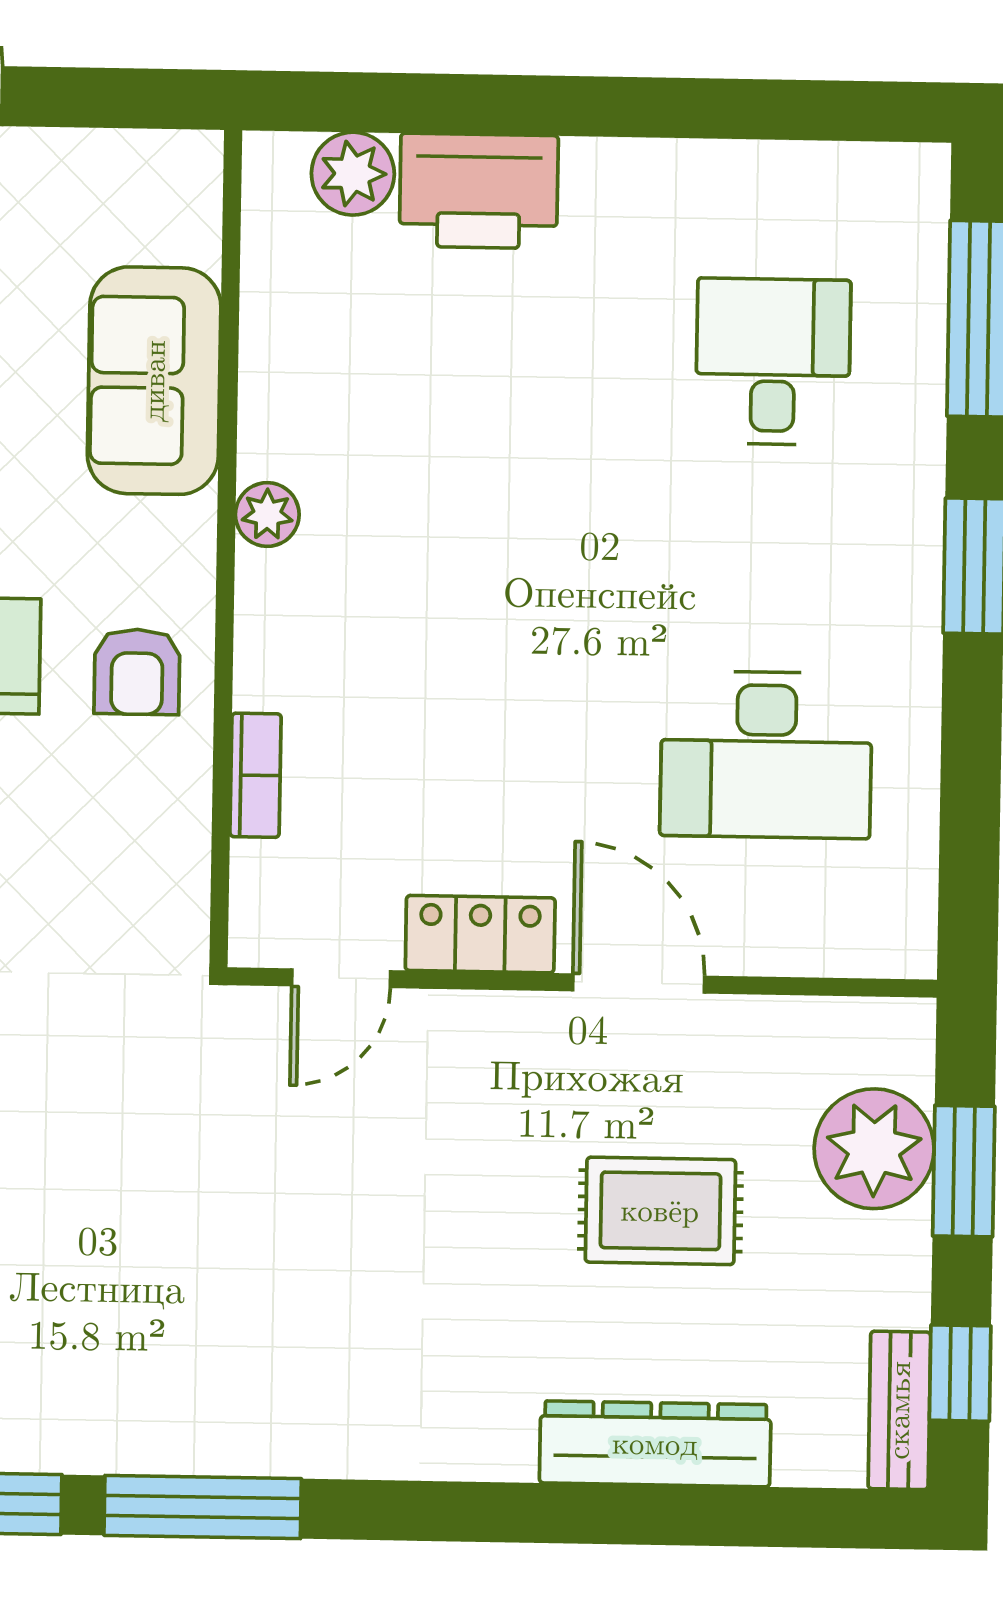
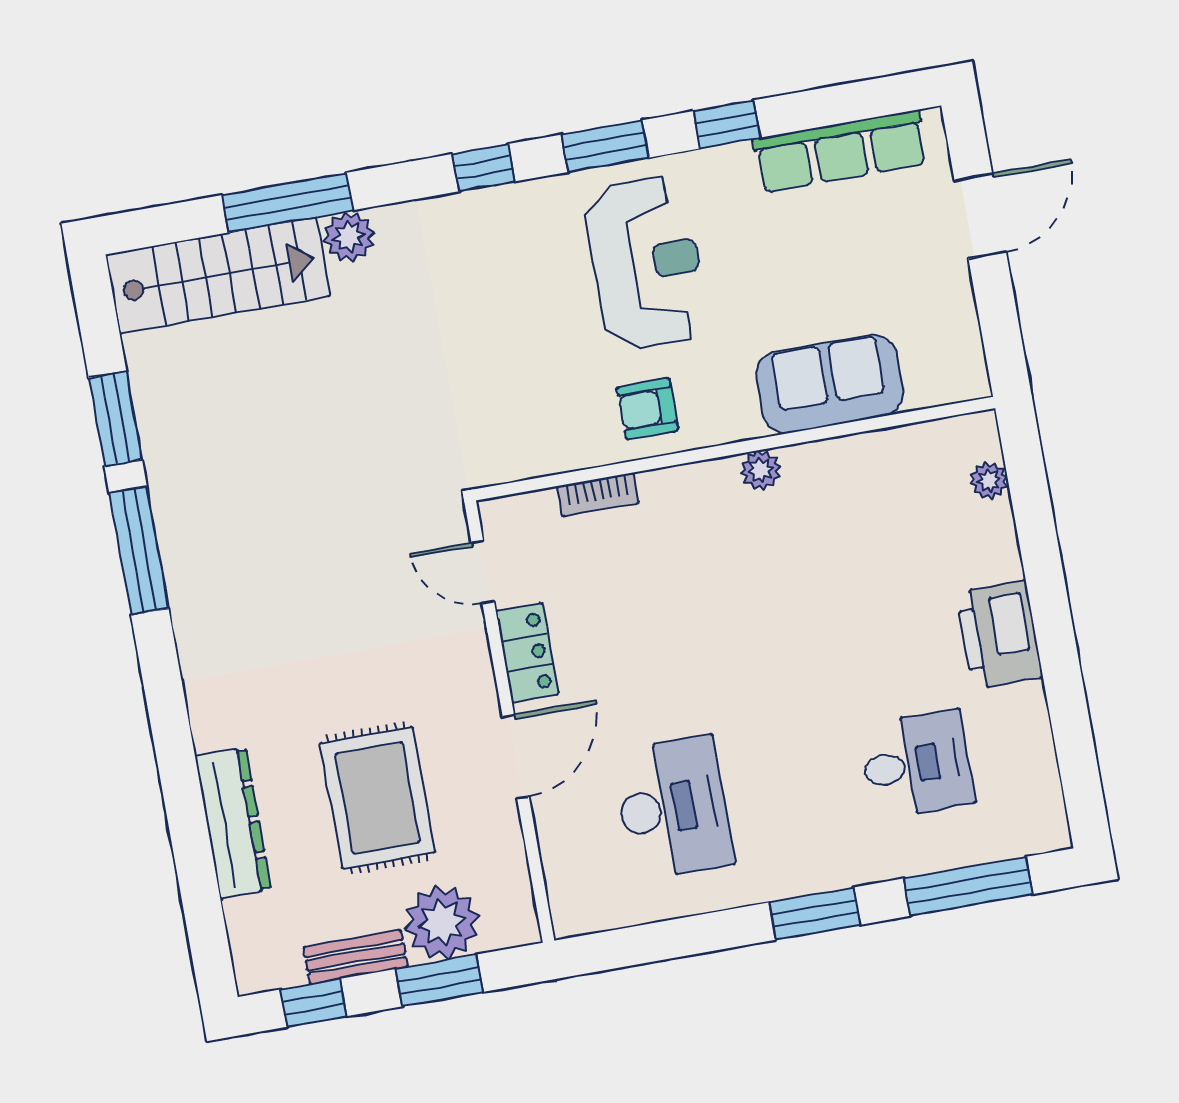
plant: (353, 174) -> (989, 480), width x0.73, depth x0.73
printer: (479, 191) -> (999, 635), moved
desk: (766, 755) -> (673, 808), turned 180
rug: (660, 1211) -> (378, 798), width x1.36, depth x1.43
bench: (899, 1410) -> (355, 957), moved

